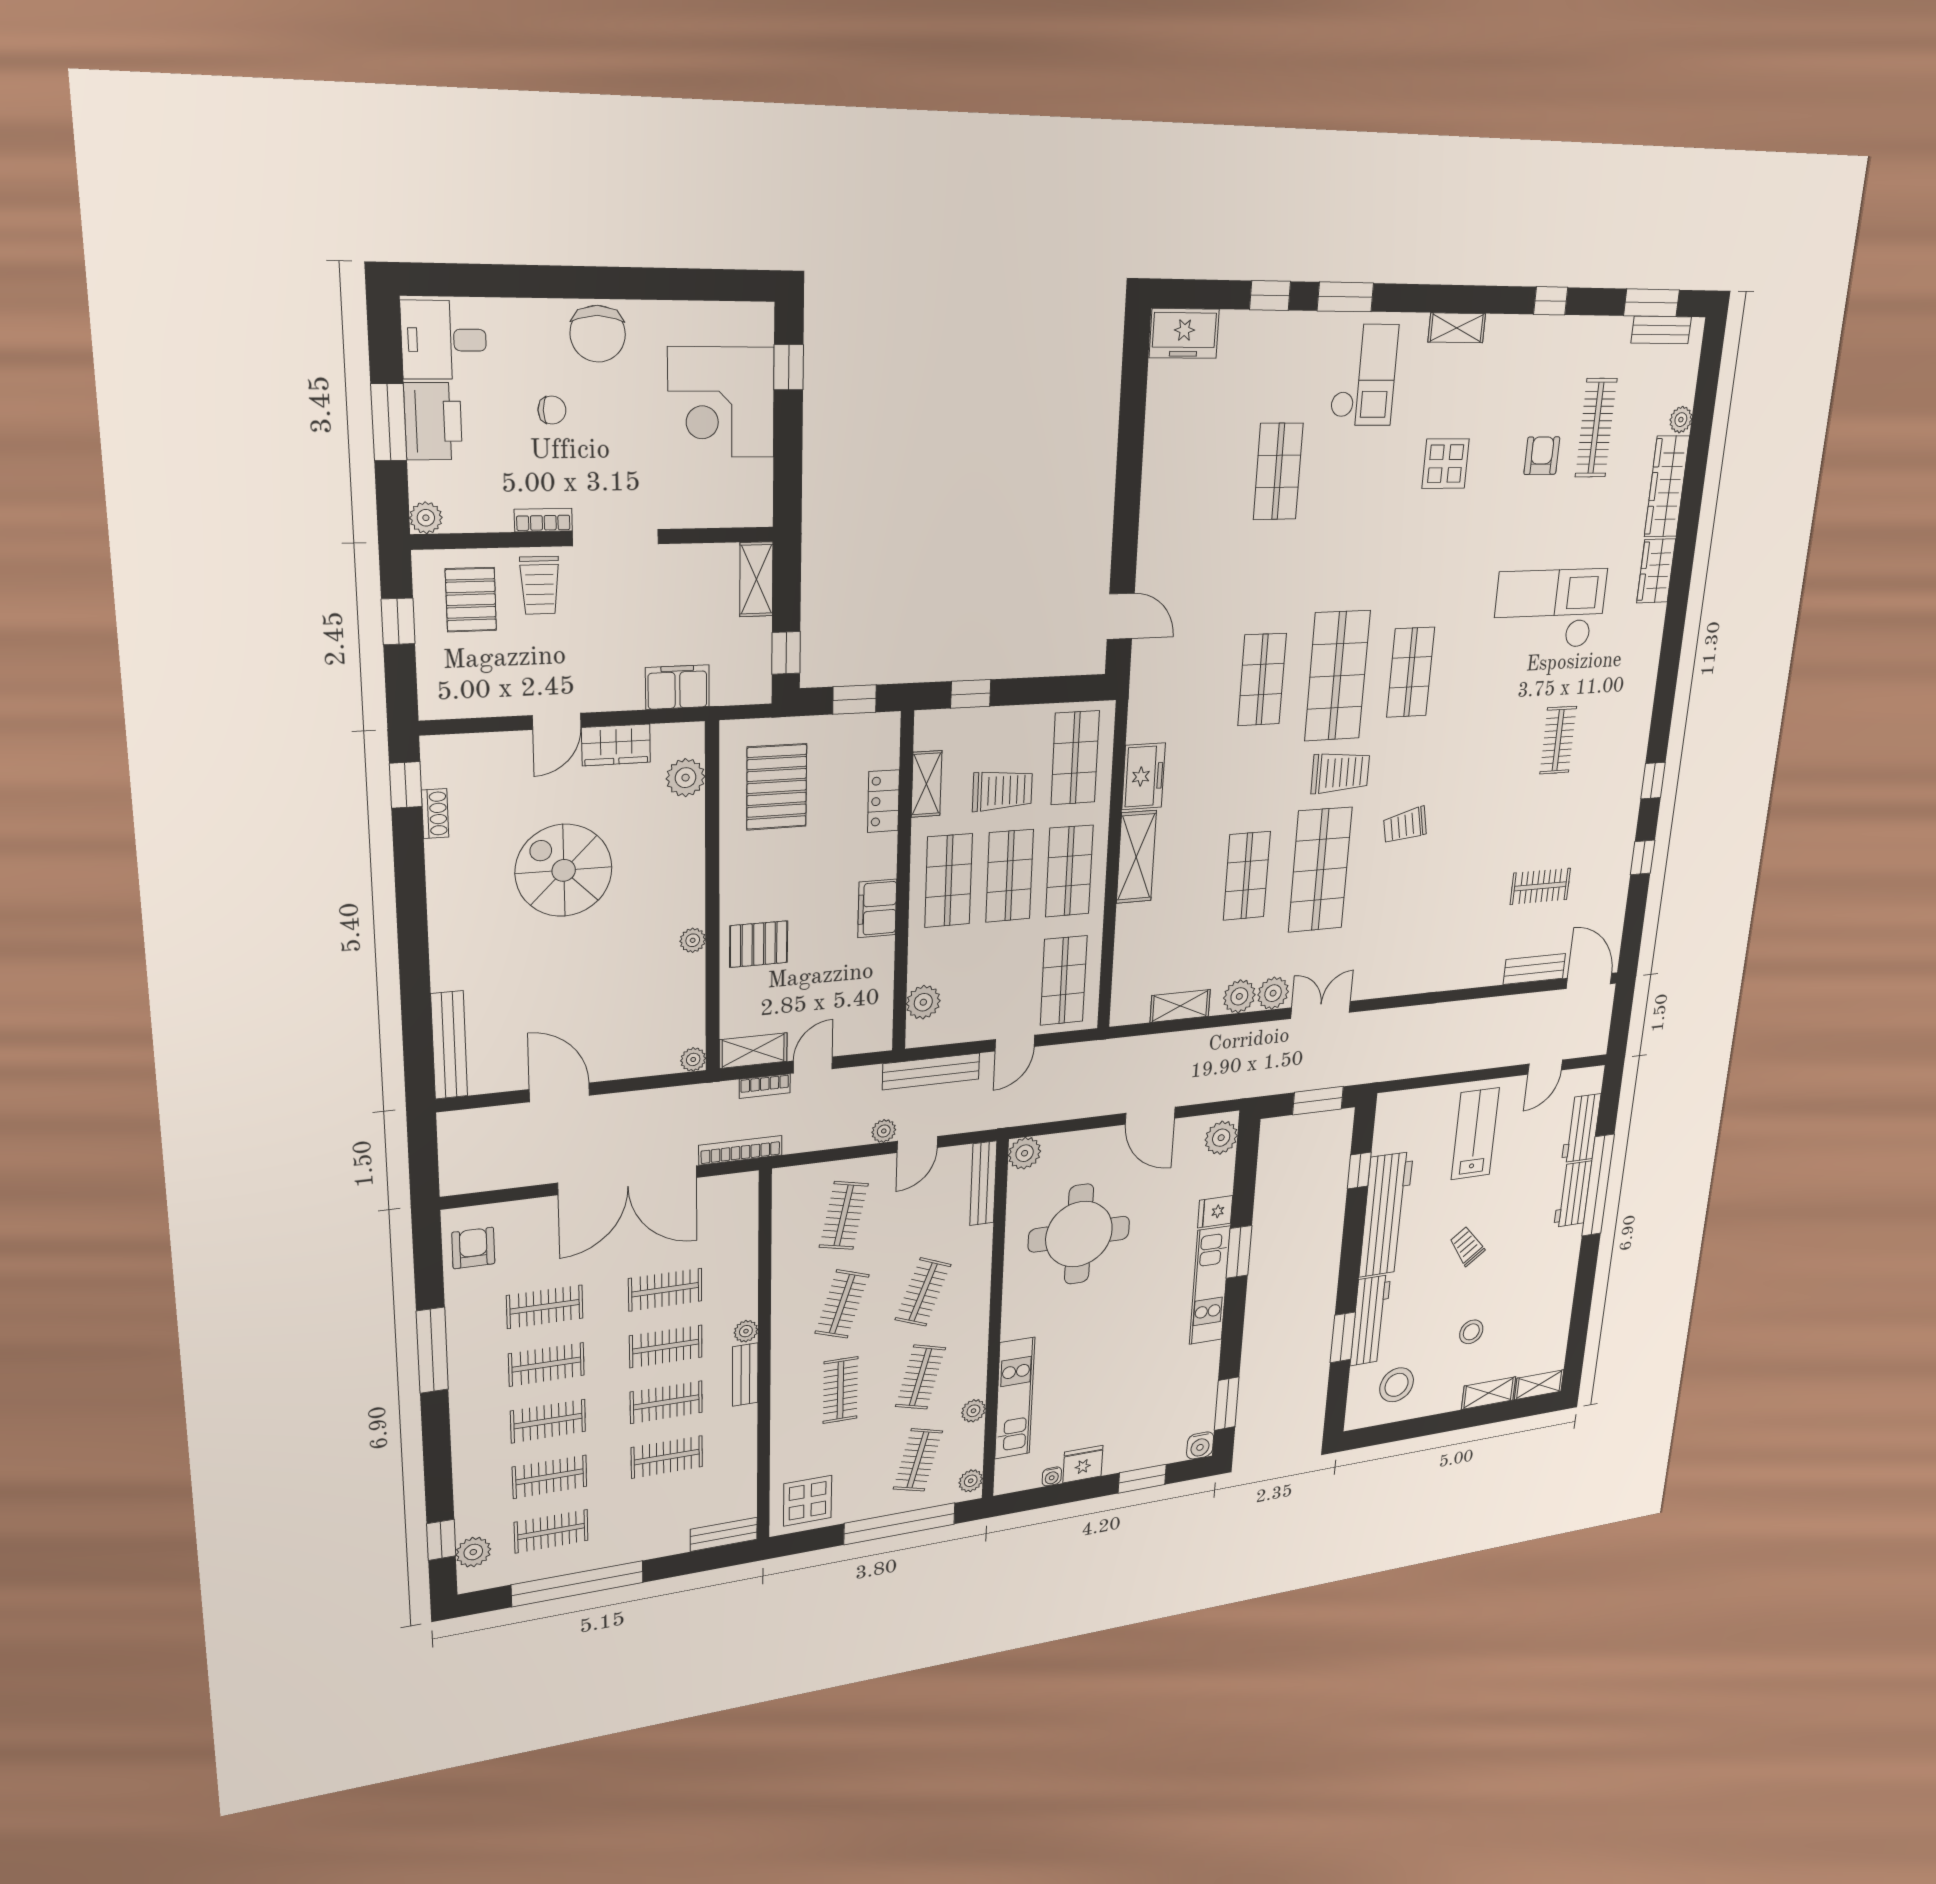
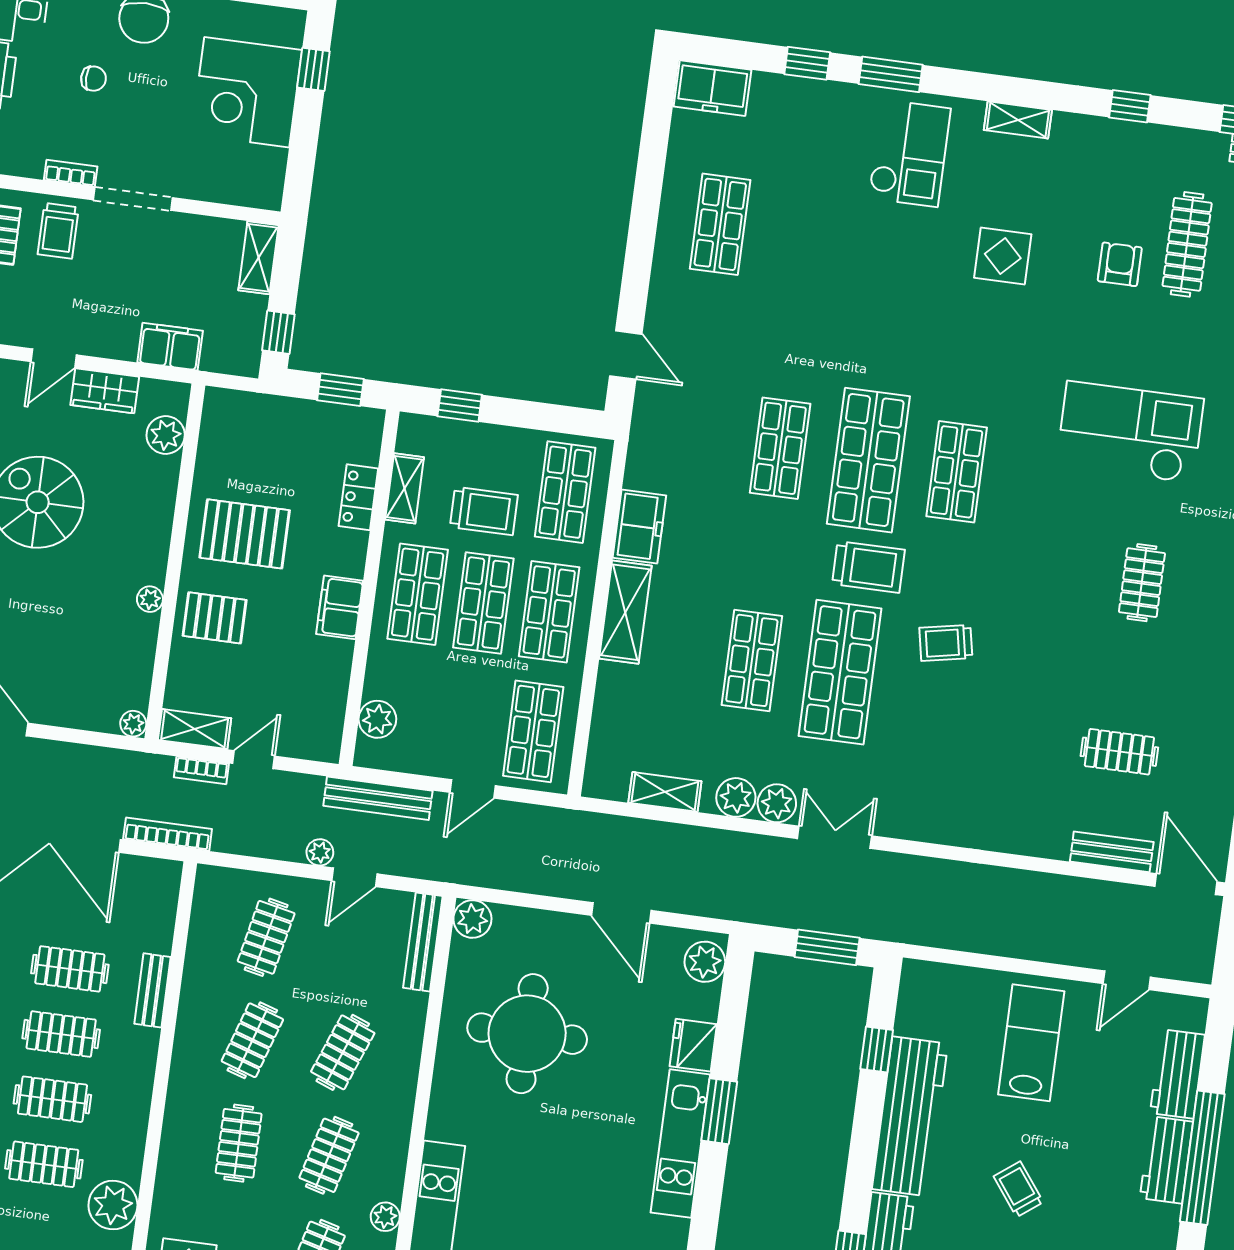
shop shelf: (1278, 472) -> (720, 224), moved
pallet: (777, 787) -> (245, 534), moved, turned 90
fridge: (1215, 1212) -> (693, 1045), width x1.38
plant: (746, 1331) -> (113, 1205), moved, width x1.87, depth x1.87
bench: (745, 1375) -> (152, 990), moved

